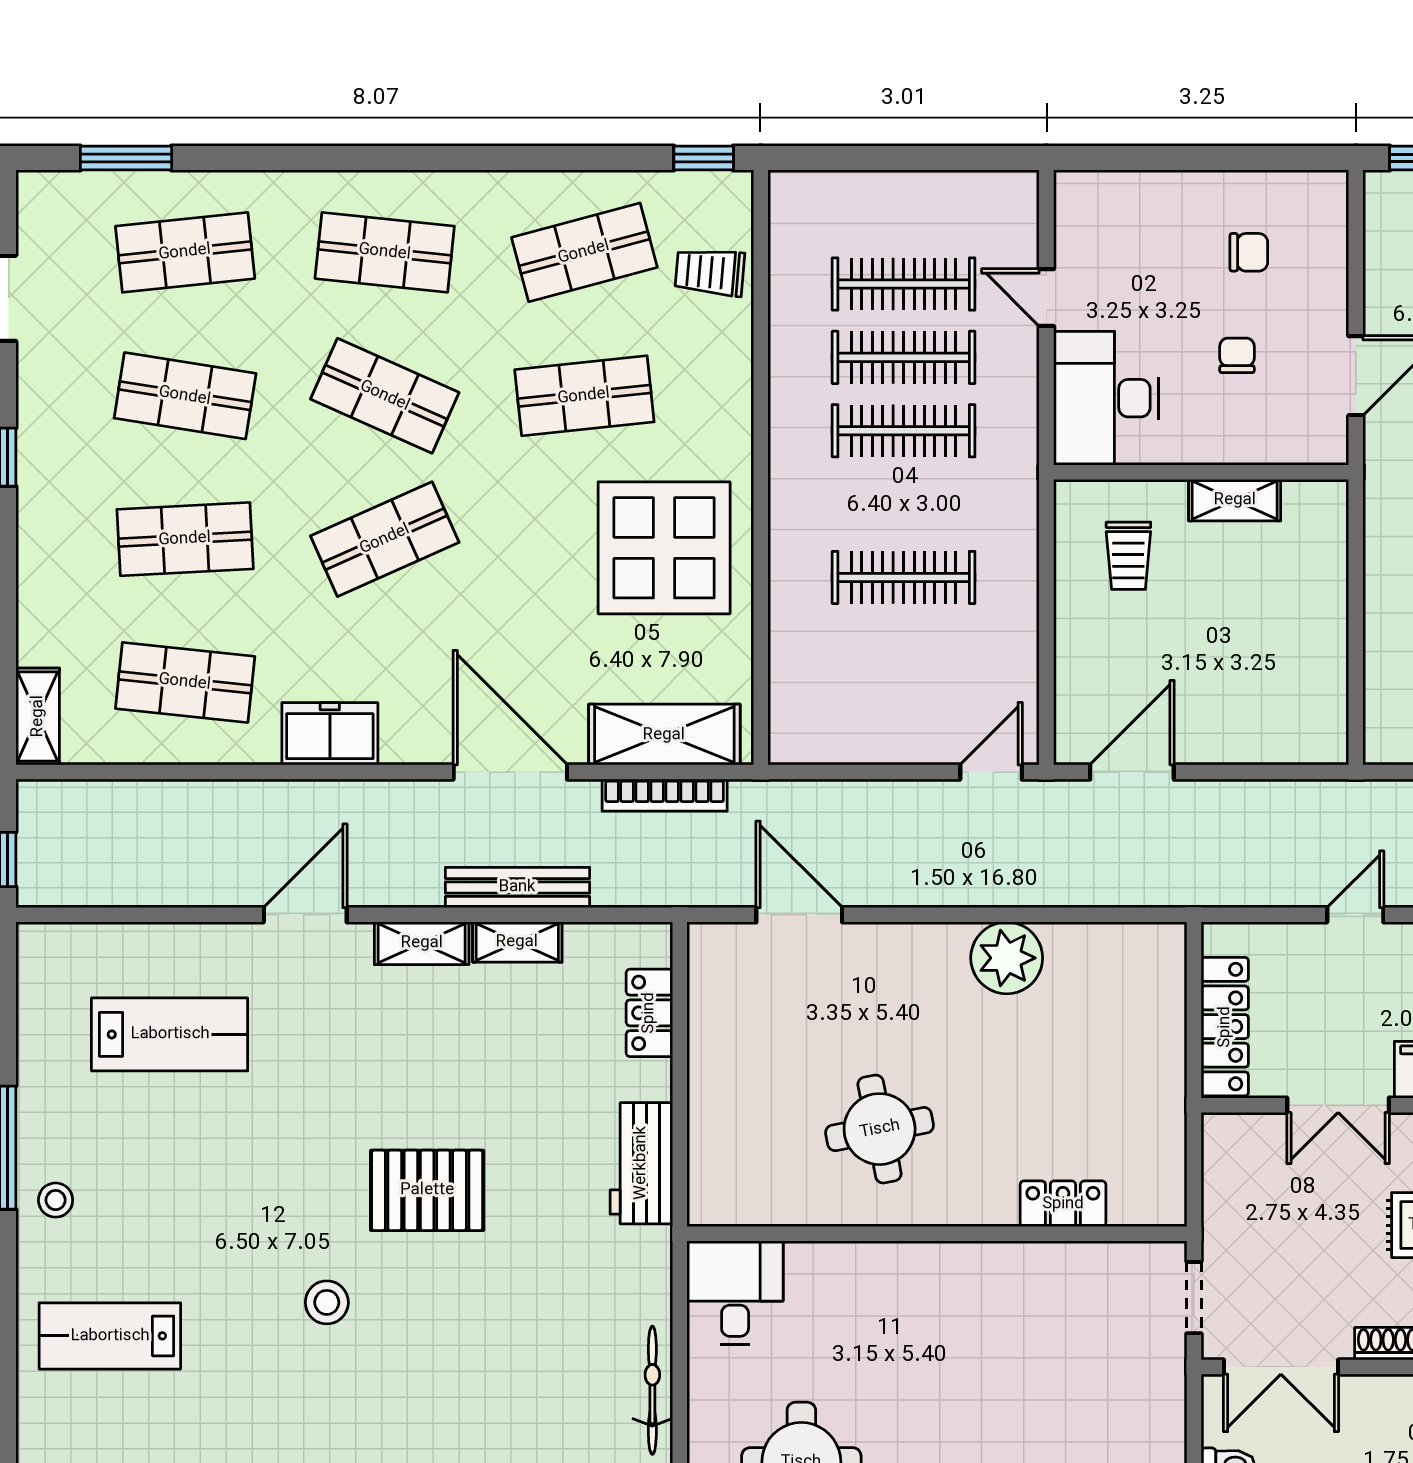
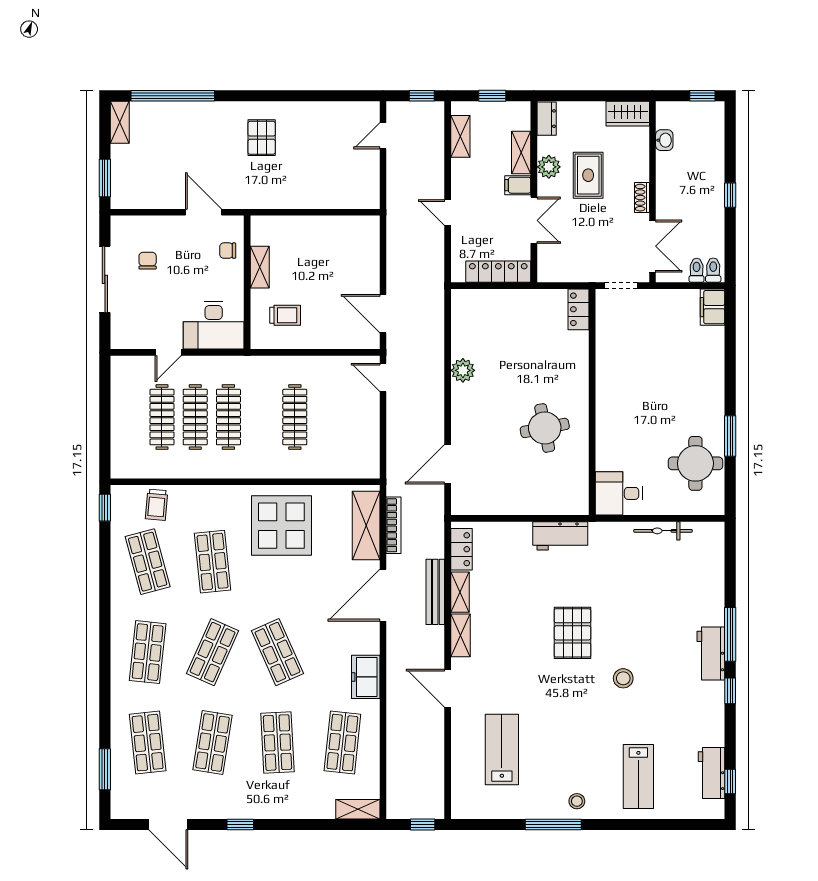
sliding door: (1208, 158) -> (105, 279), added
chair: (1237, 355) -> (228, 251), moved
plant: (1007, 958) -> (463, 370), width x0.73, depth x0.73
locker: (649, 1013) -> (461, 549), moved, turned -90
locker: (1063, 1204) -> (579, 309), moved

